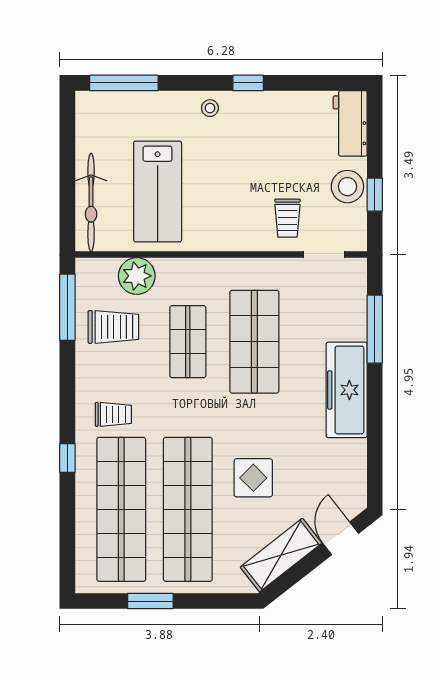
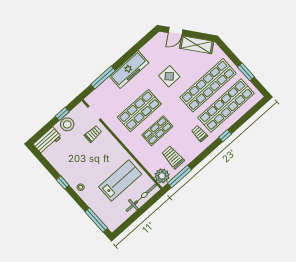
plant: (137, 276) -> (162, 176), moved
display table: (253, 478) -> (169, 76), moved

